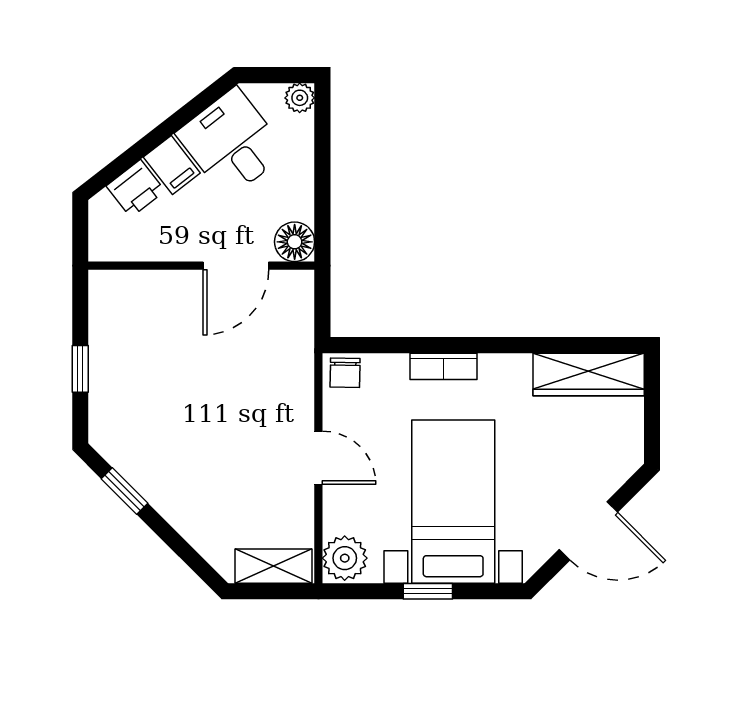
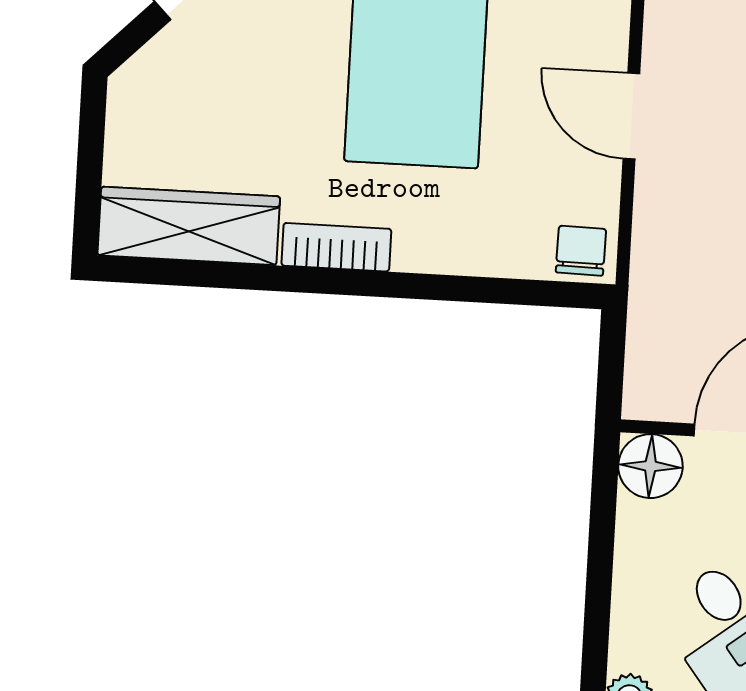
bookcase: (444, 366) -> (336, 247), moved

